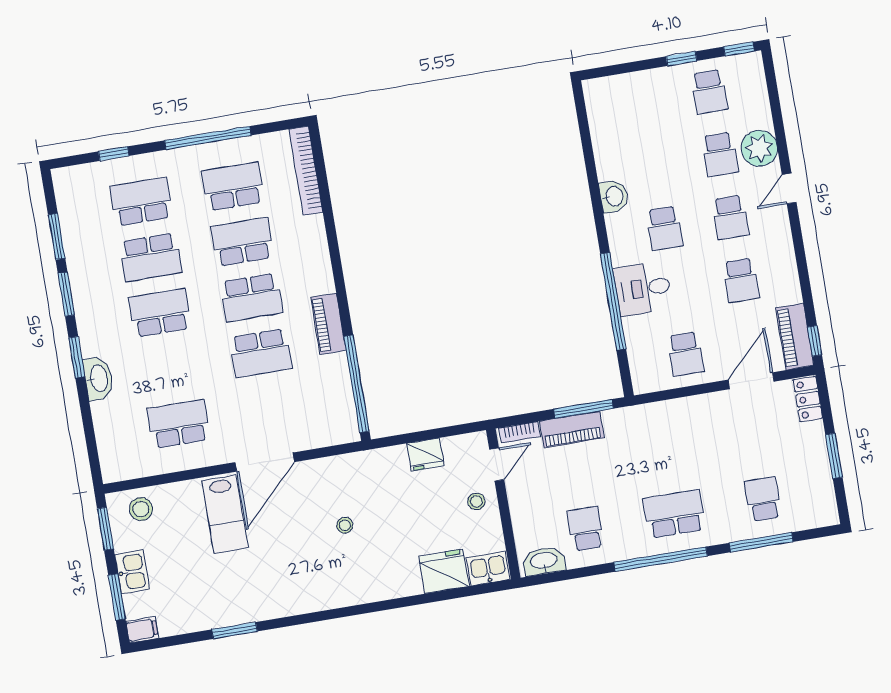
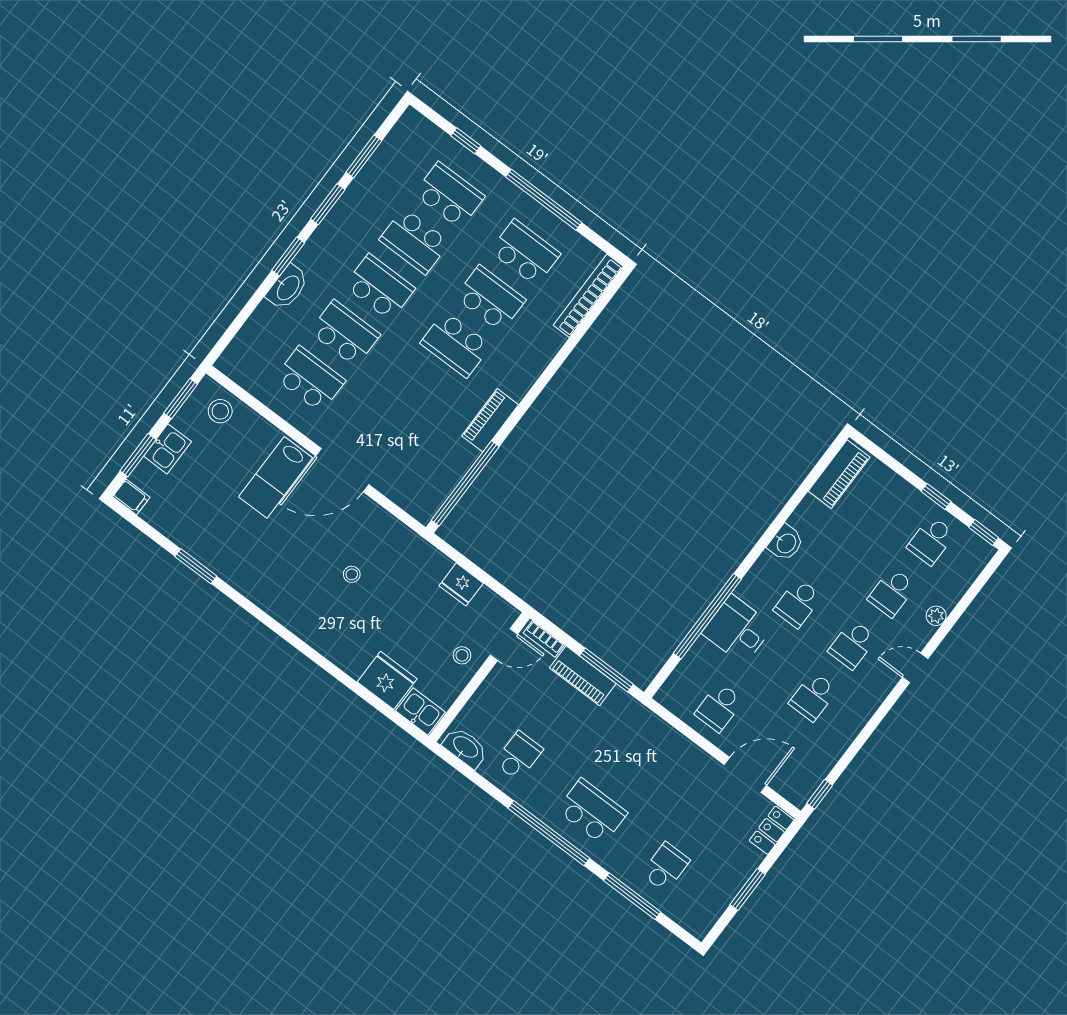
plant: (759, 148) -> (936, 616), width x0.53, depth x0.53
piano: (795, 337) -> (839, 474), moved, turned 180
school desk: (261, 353) -> (345, 333), moved, turned 180

